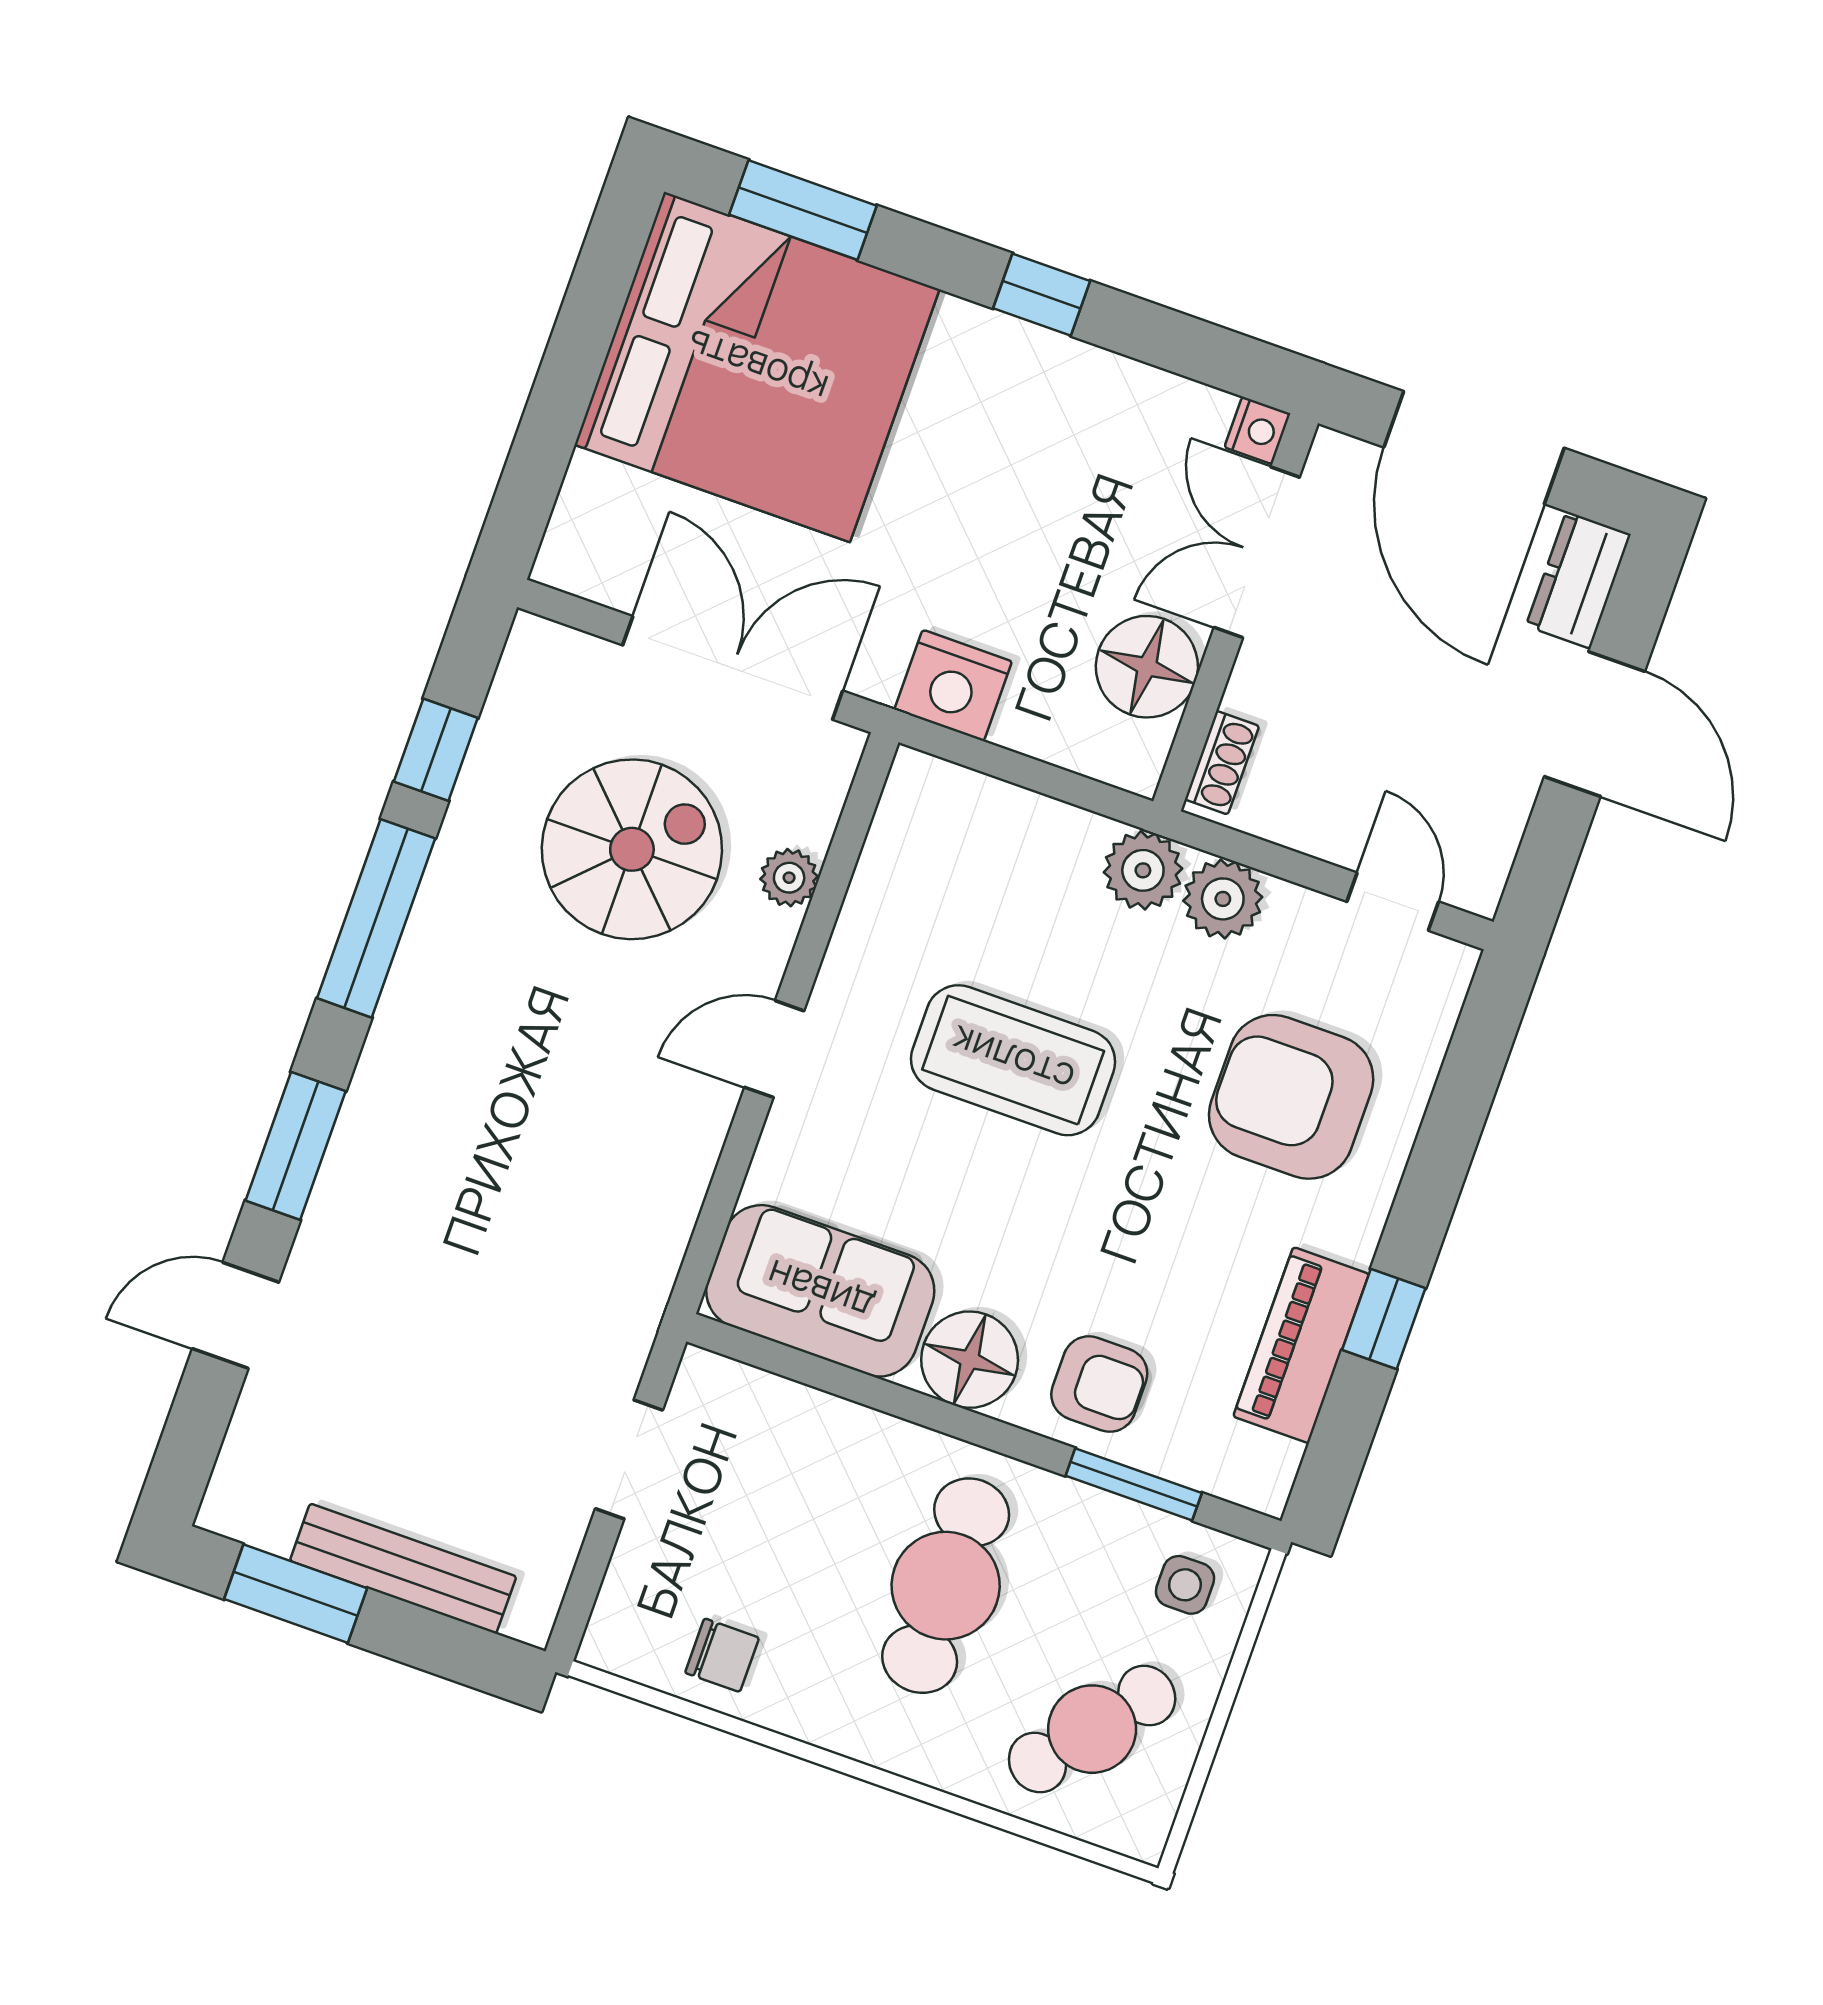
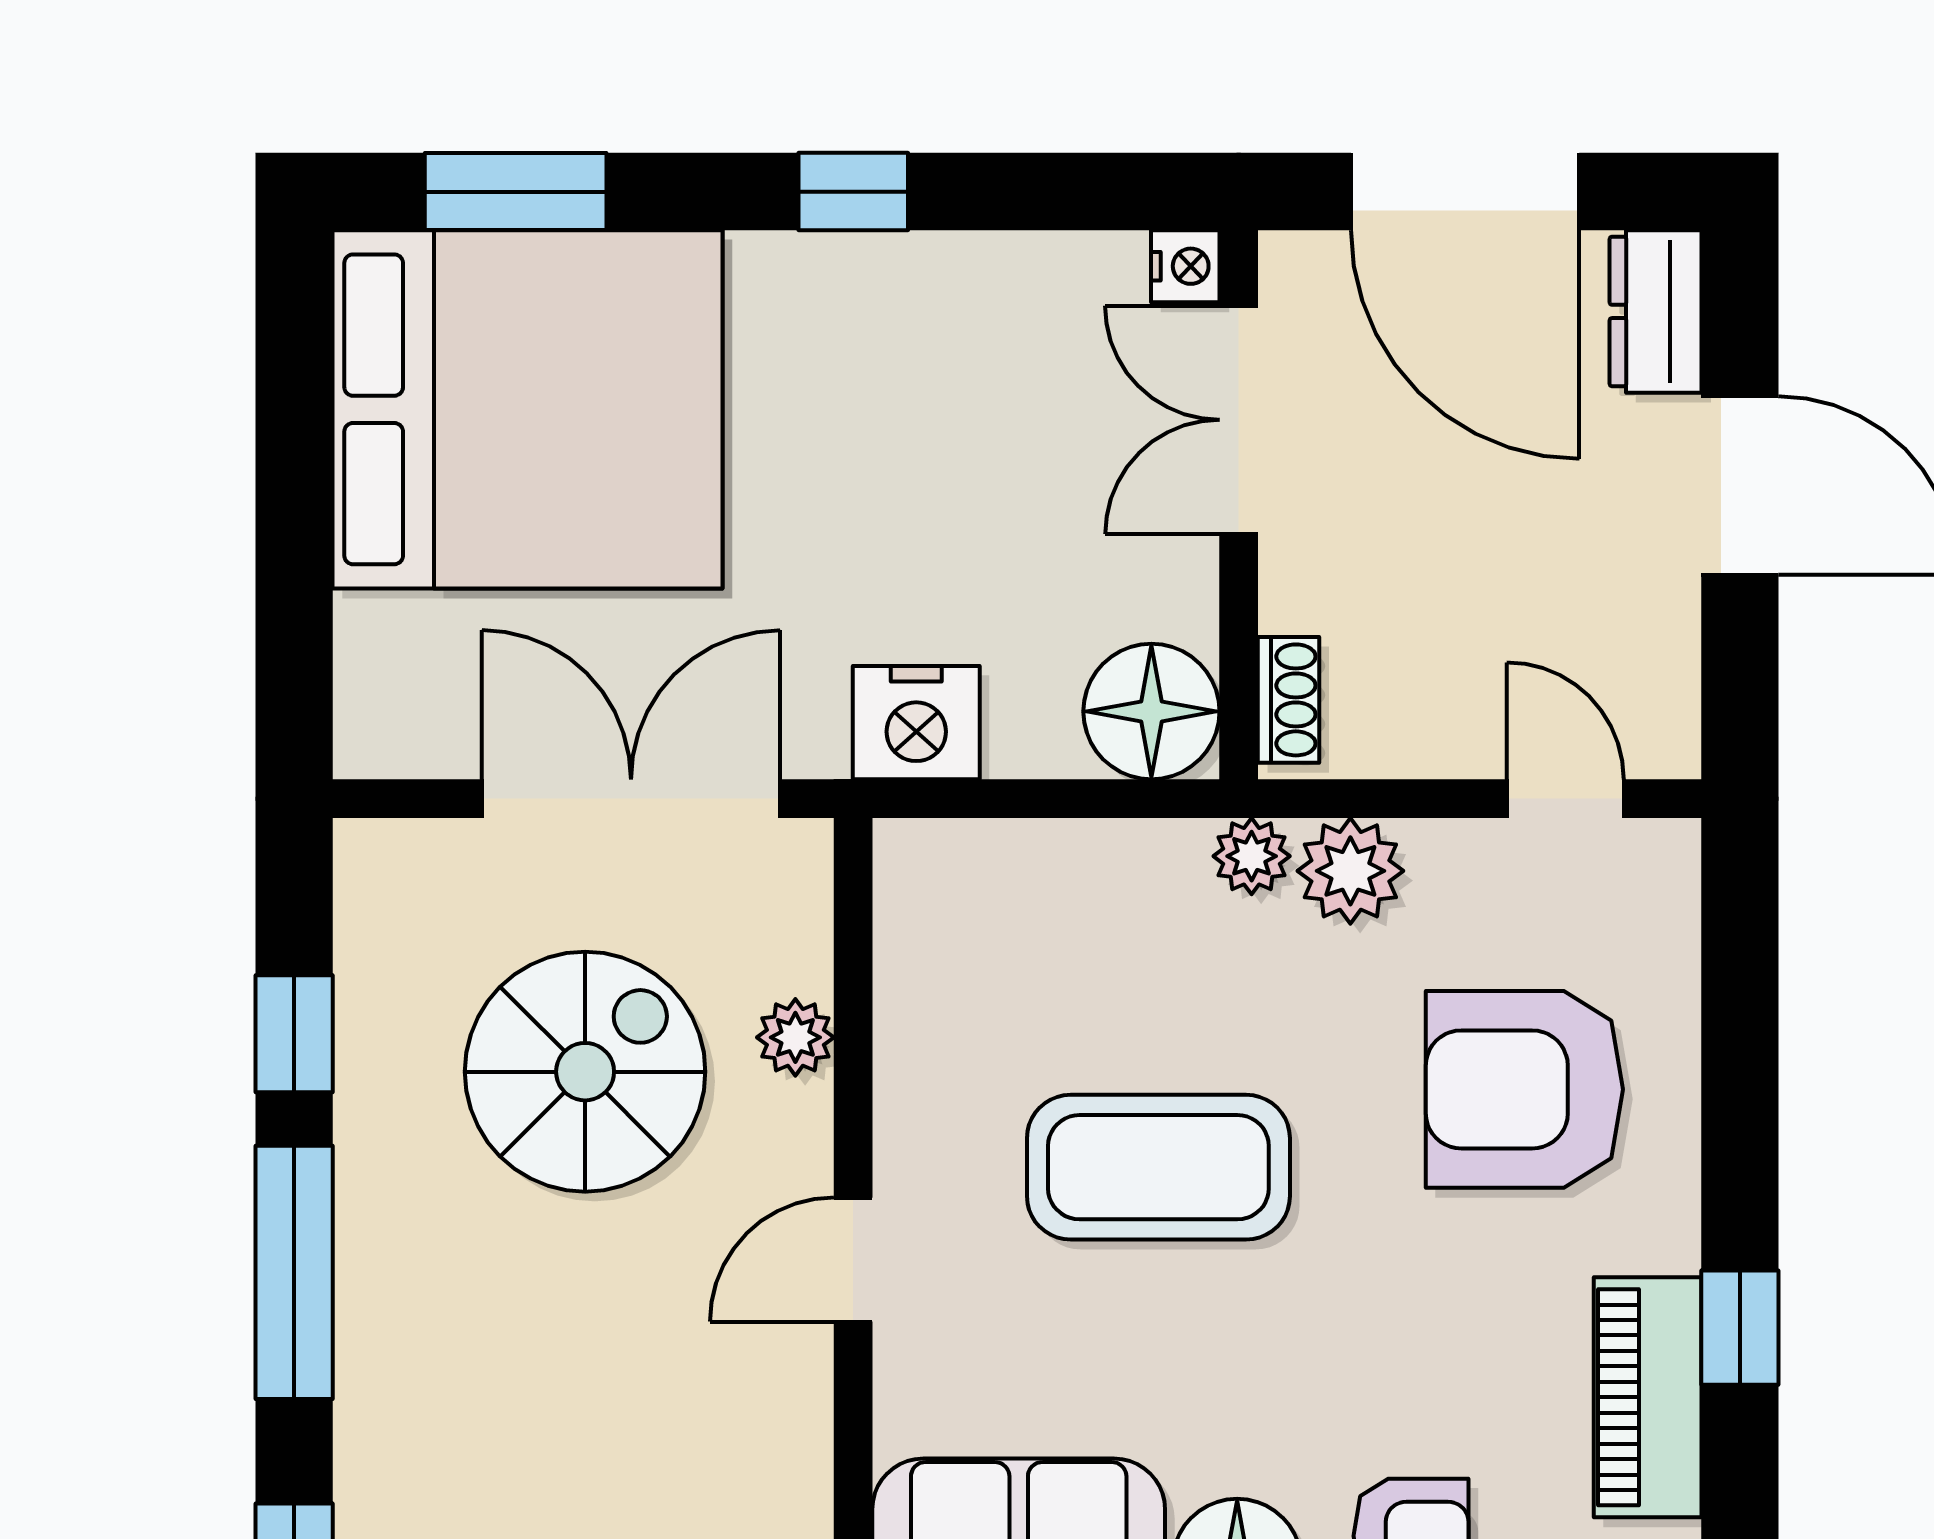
floor lamp: (1147, 667) -> (1151, 711), moved
plant: (1143, 870) -> (1252, 856), width x0.73, depth x0.73

